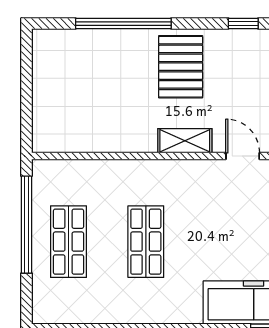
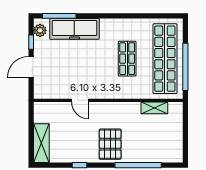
shelving: (185, 141) -> (154, 108), moved
shop shelf: (69, 242) -> (165, 59), width x2.00, depth x1.36

